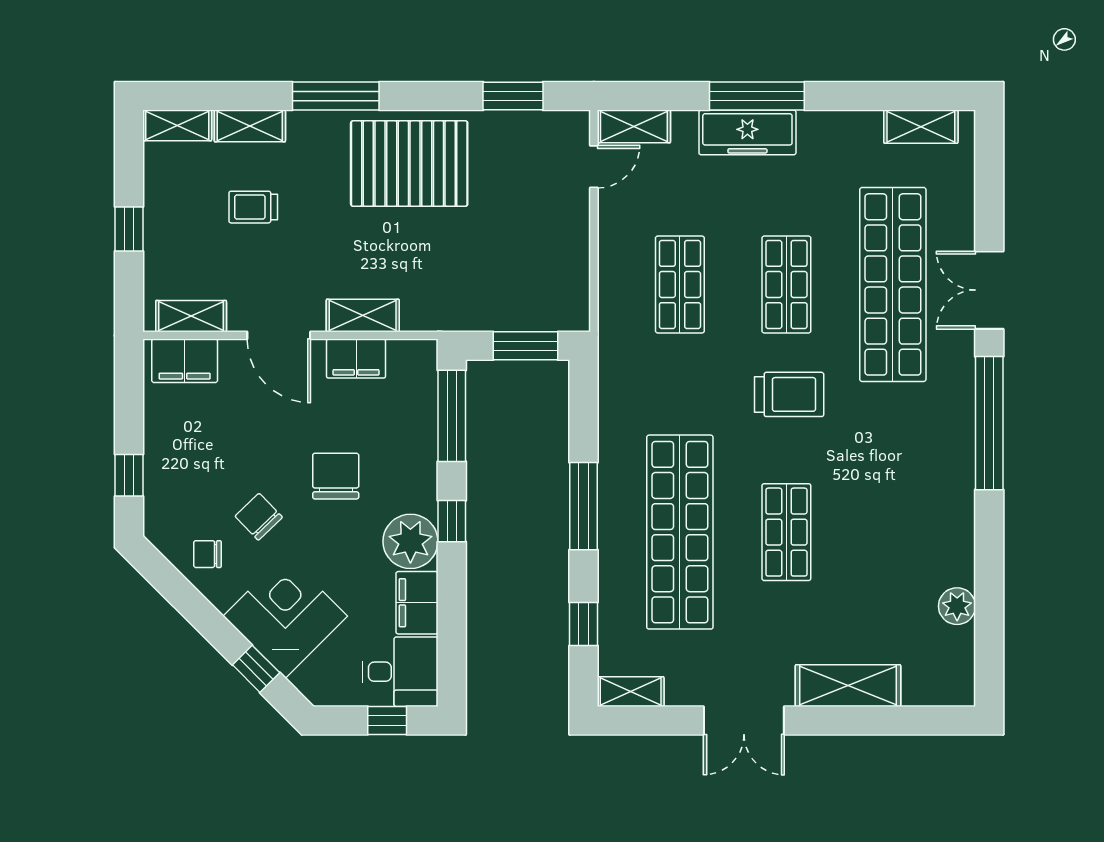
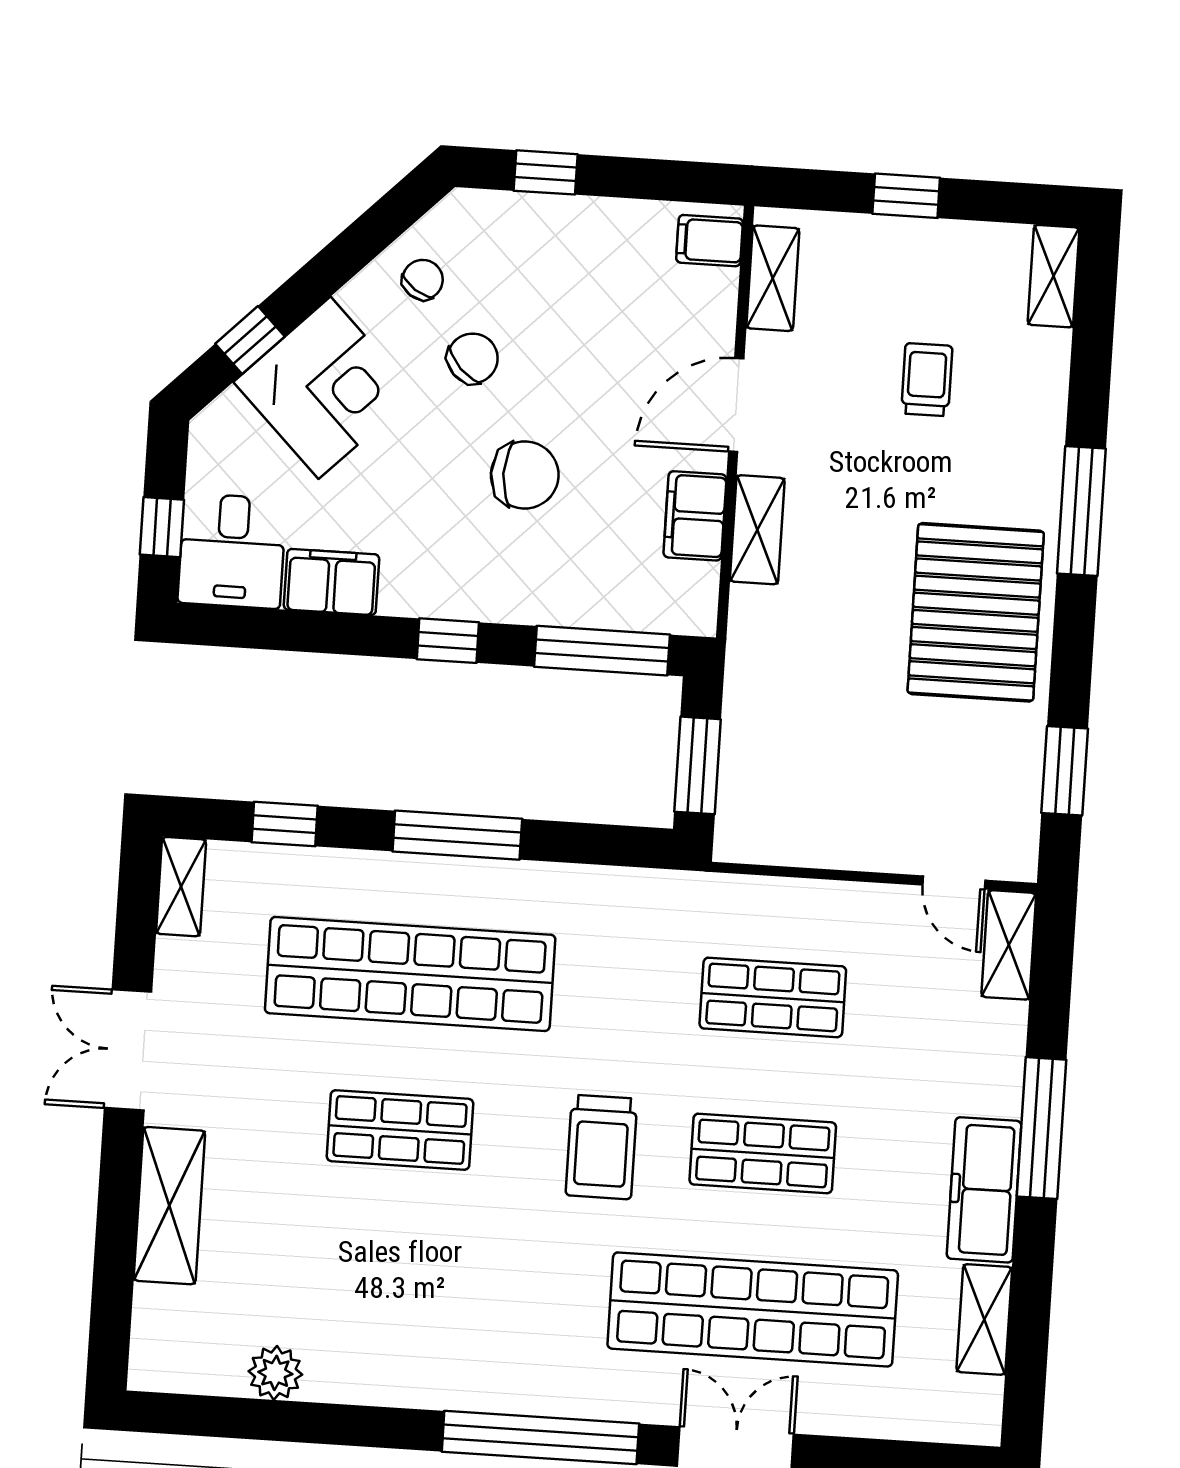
shelving: (250, 126) -> (1046, 382), removed
shelving: (921, 127) -> (984, 1319), moved
freezer: (747, 132) -> (984, 1190), moved
filing cabinet: (185, 361) -> (710, 241), width x0.50
plant: (410, 541) -> (422, 578), removed
chair: (207, 554) -> (423, 280), turned 34

